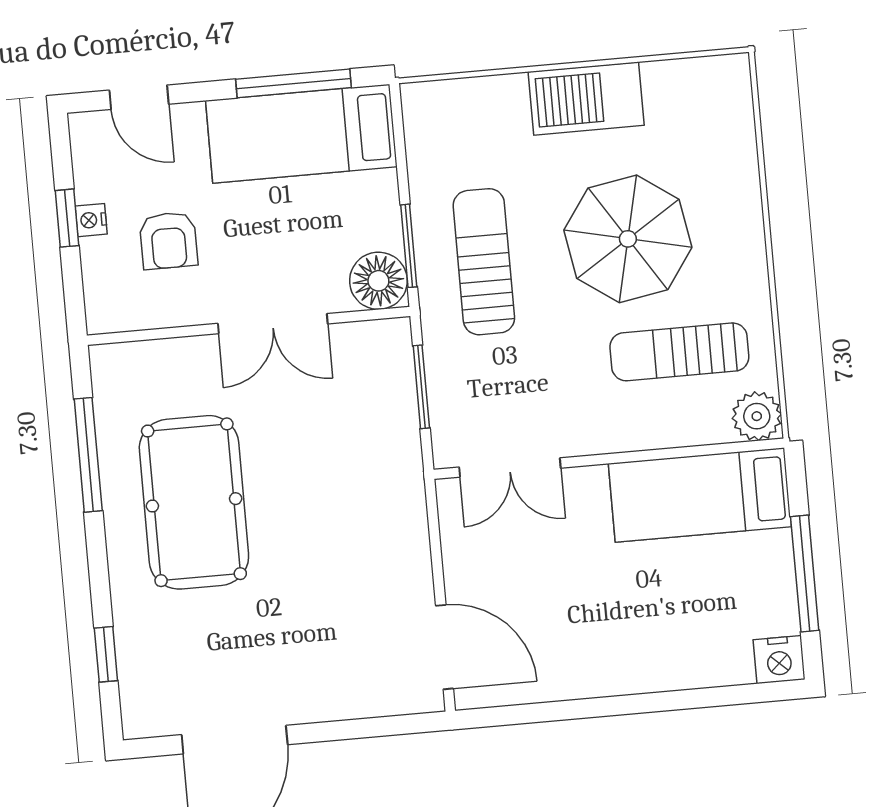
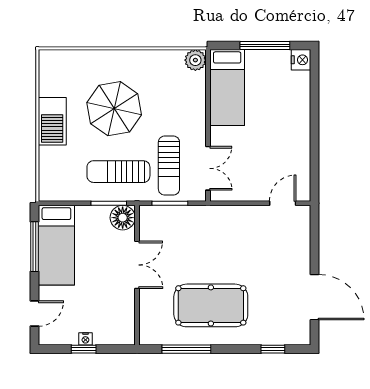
armchair: (168, 241) -> (97, 306), removed
sun lounger: (679, 352) -> (169, 166), moved
door: (445, 647) -> (283, 203), width x0.73

